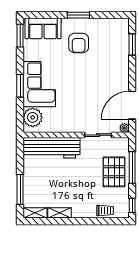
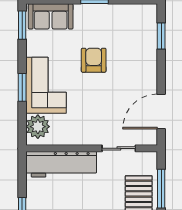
armchair: (79, 43) -> (94, 60), moved, turned 180
plant: (124, 128) -> (152, 140), removed

